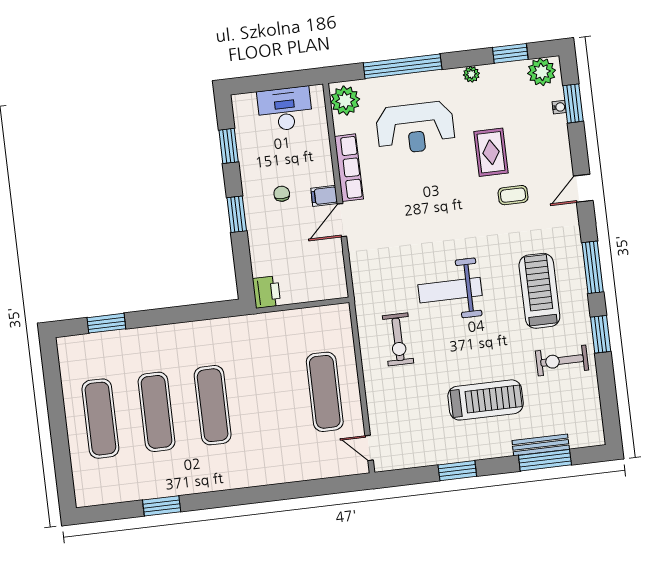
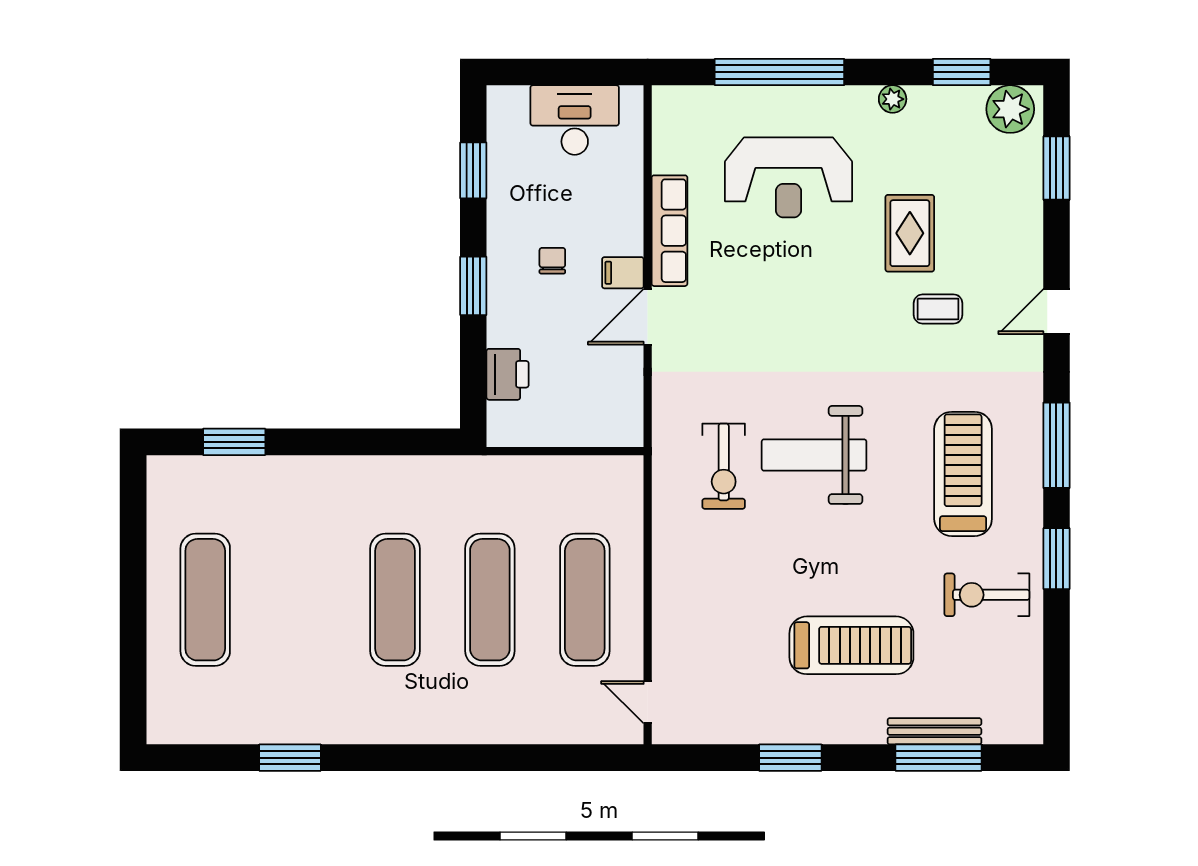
plant: (345, 101) -> (677, 118), removed
water cooler: (559, 107) -> (1033, 171), removed
printer: (267, 292) -> (508, 374), moved
exercise bike: (398, 339) -> (724, 466), moved
exercise mat: (156, 412) -> (490, 600), moved

